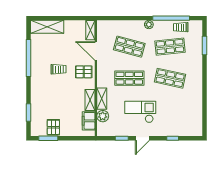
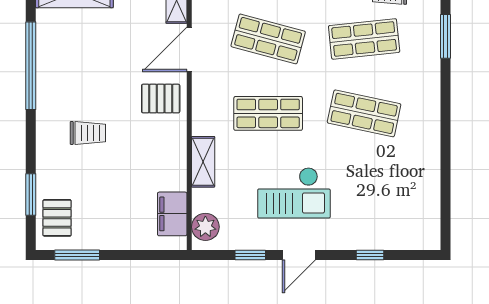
door: (96, 51) -> (189, 49), hinge flipped
trolley: (58, 69) -> (88, 133), moved
shelving: (90, 100) -> (176, 165), removed
checkout: (140, 112) -> (294, 193), turned 180
plant: (103, 116) -> (205, 227), moved
pallet: (53, 127) -> (57, 218), moved

